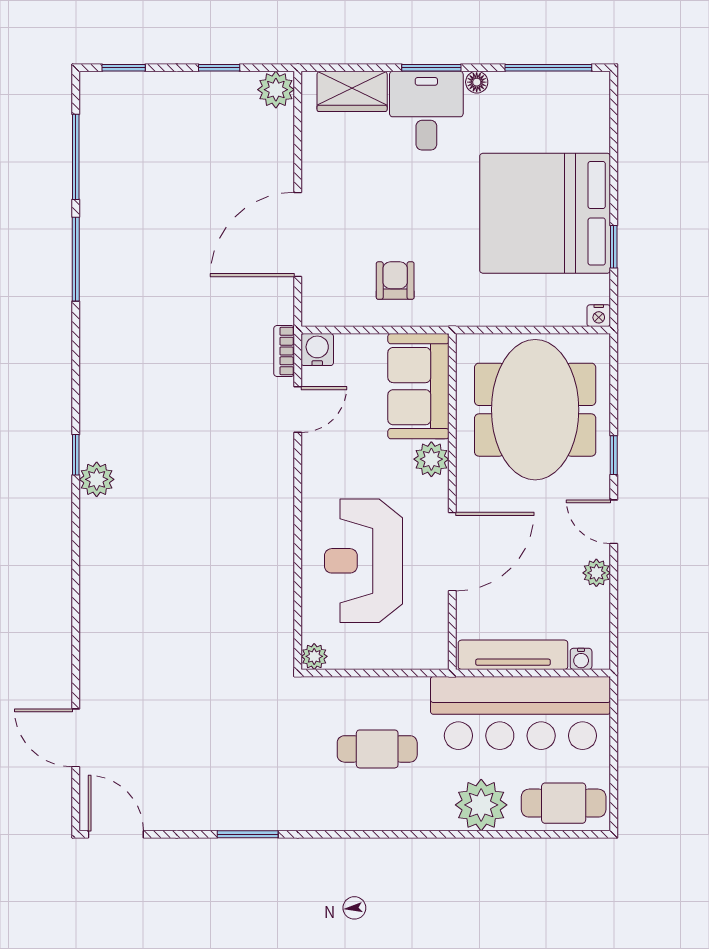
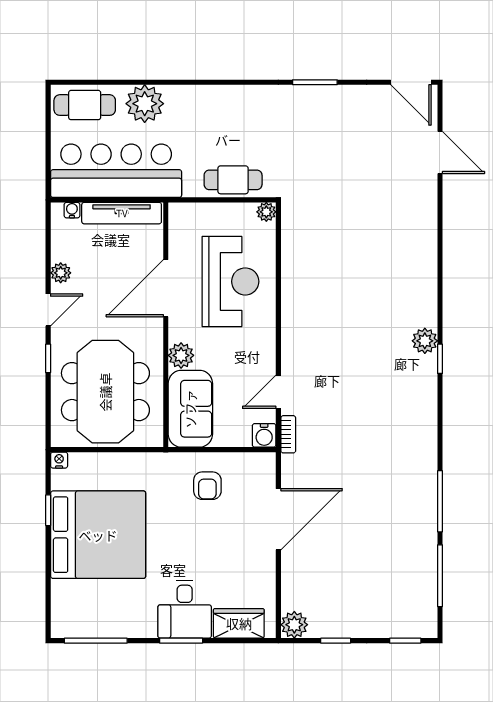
floor lamp: (477, 82) -> (148, 630), removed
door: (614, 522) -> (48, 310), hinge flipped
cafe table: (377, 749) -> (233, 180), moved

